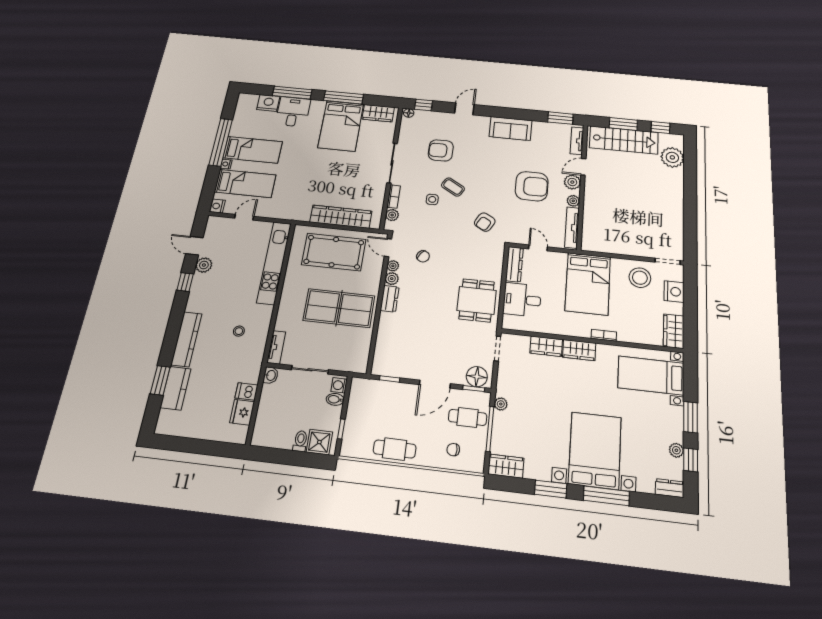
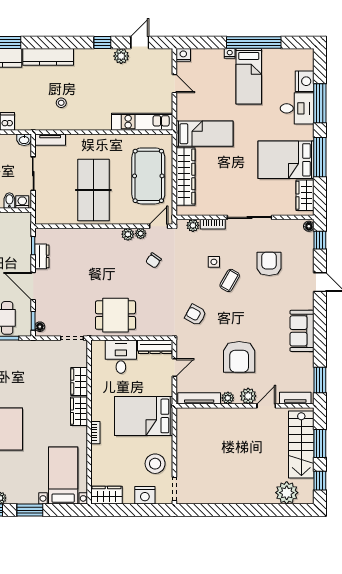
door: (583, 167) -> (266, 406), hinge flipped
bed: (245, 183) -> (205, 134), moved, turned -90
kitchen unit: (274, 263) -> (142, 122), width x0.73
dresser: (390, 299) -> (42, 256), moved, turned -90
floor lamp: (477, 377) -> (40, 327), width x0.53, depth x0.53
plant: (501, 404) -> (22, 346), removed

